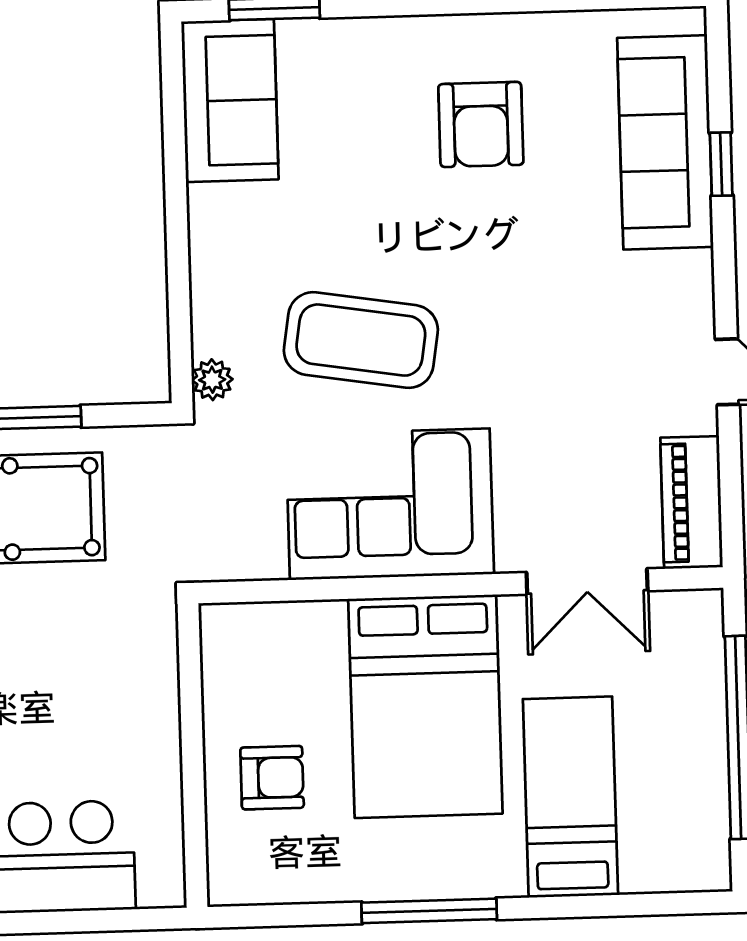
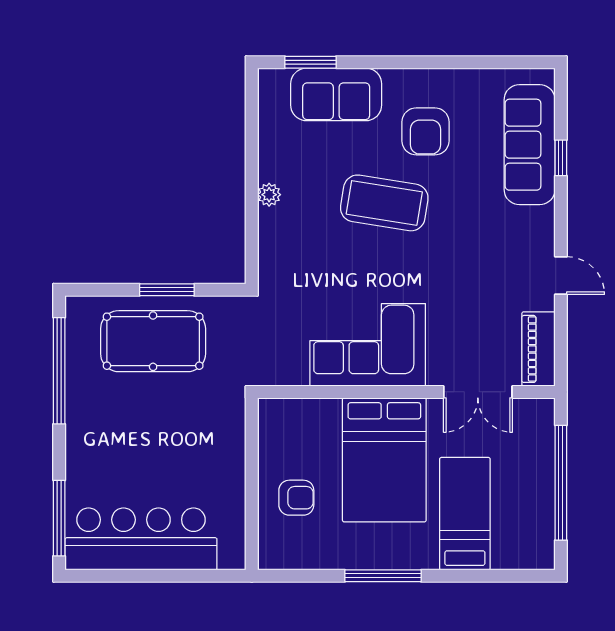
sofa: (230, 100) -> (336, 94), moved, turned 90
coffee table: (361, 340) -> (384, 203), moved
plant: (212, 380) -> (269, 195), moved

